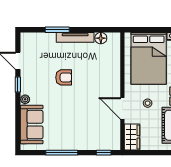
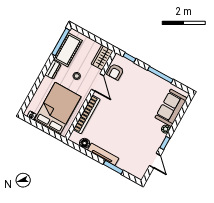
bookcase: (115, 69) -> (87, 114), added
armchair: (64, 77) -> (115, 72), moved, turned -90

